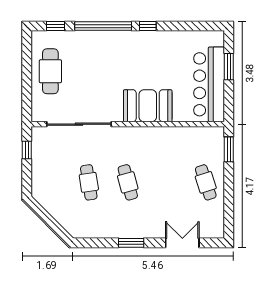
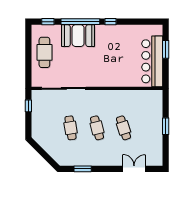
booth: (148, 106) -> (78, 36), moved
window: (229, 149) -> (166, 126), moved
cafe table: (206, 182) -> (123, 128), moved
window: (131, 243) -> (83, 169), moved

